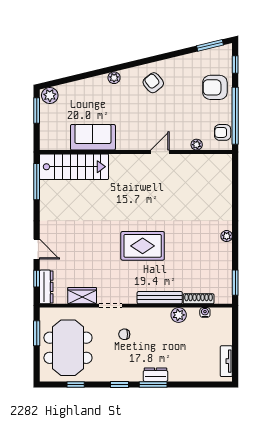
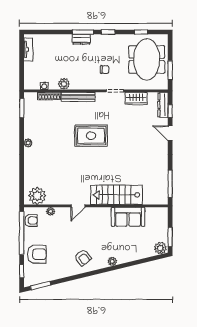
plant: (214, 165) -> (37, 196), added
stairs: (74, 167) -> (117, 195), moved

